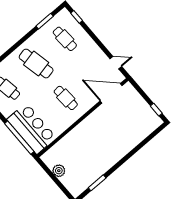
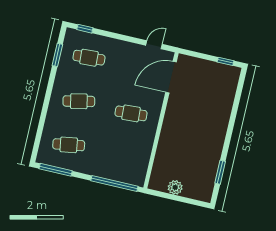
cafe table: (36, 64) -> (79, 101), width x0.73, depth x0.74
bar counter: (32, 129) -> (120, 166), removed

